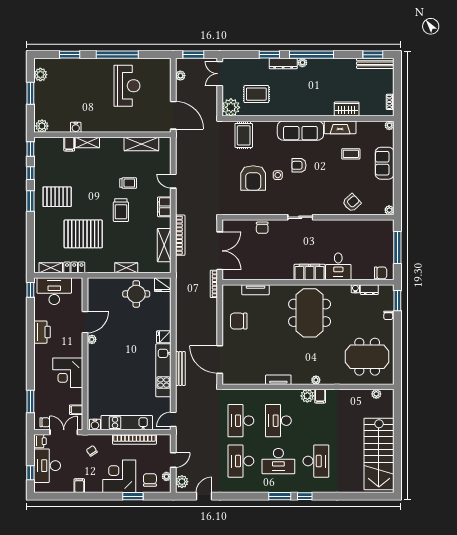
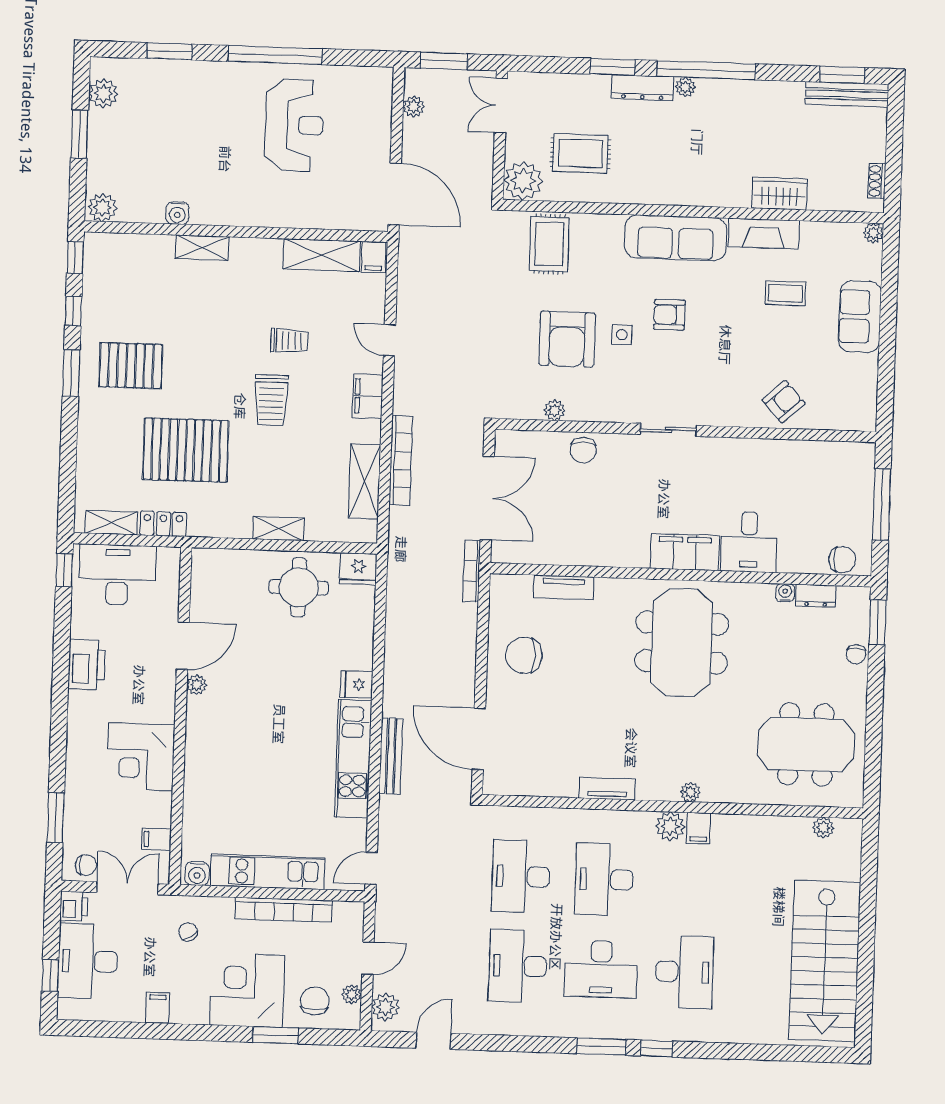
filing cabinet: (69, 144) -> (374, 257), moved
plant: (389, 210) -> (554, 410), moved

